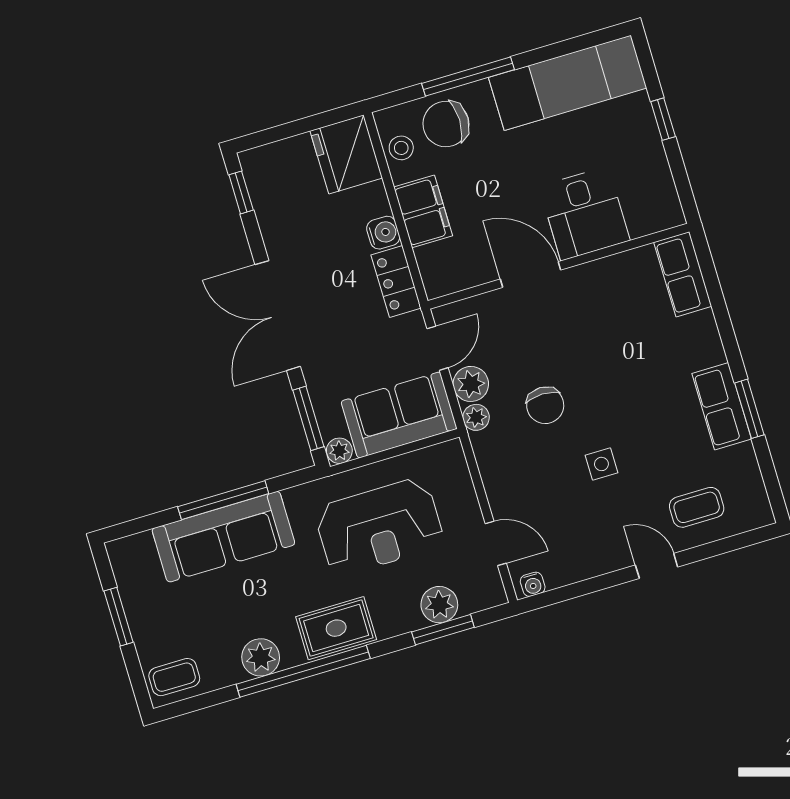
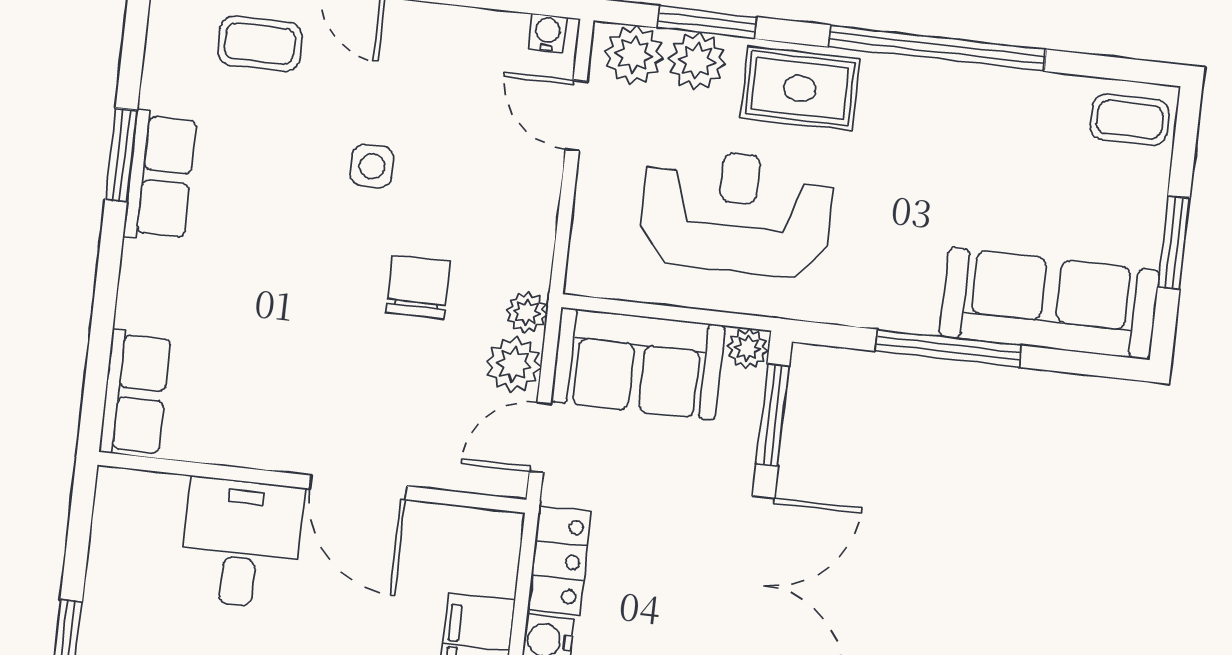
sofa: (223, 537) -> (1049, 303), moved
rug: (336, 628) -> (800, 88), moved
plant: (261, 657) -> (634, 55), moved

